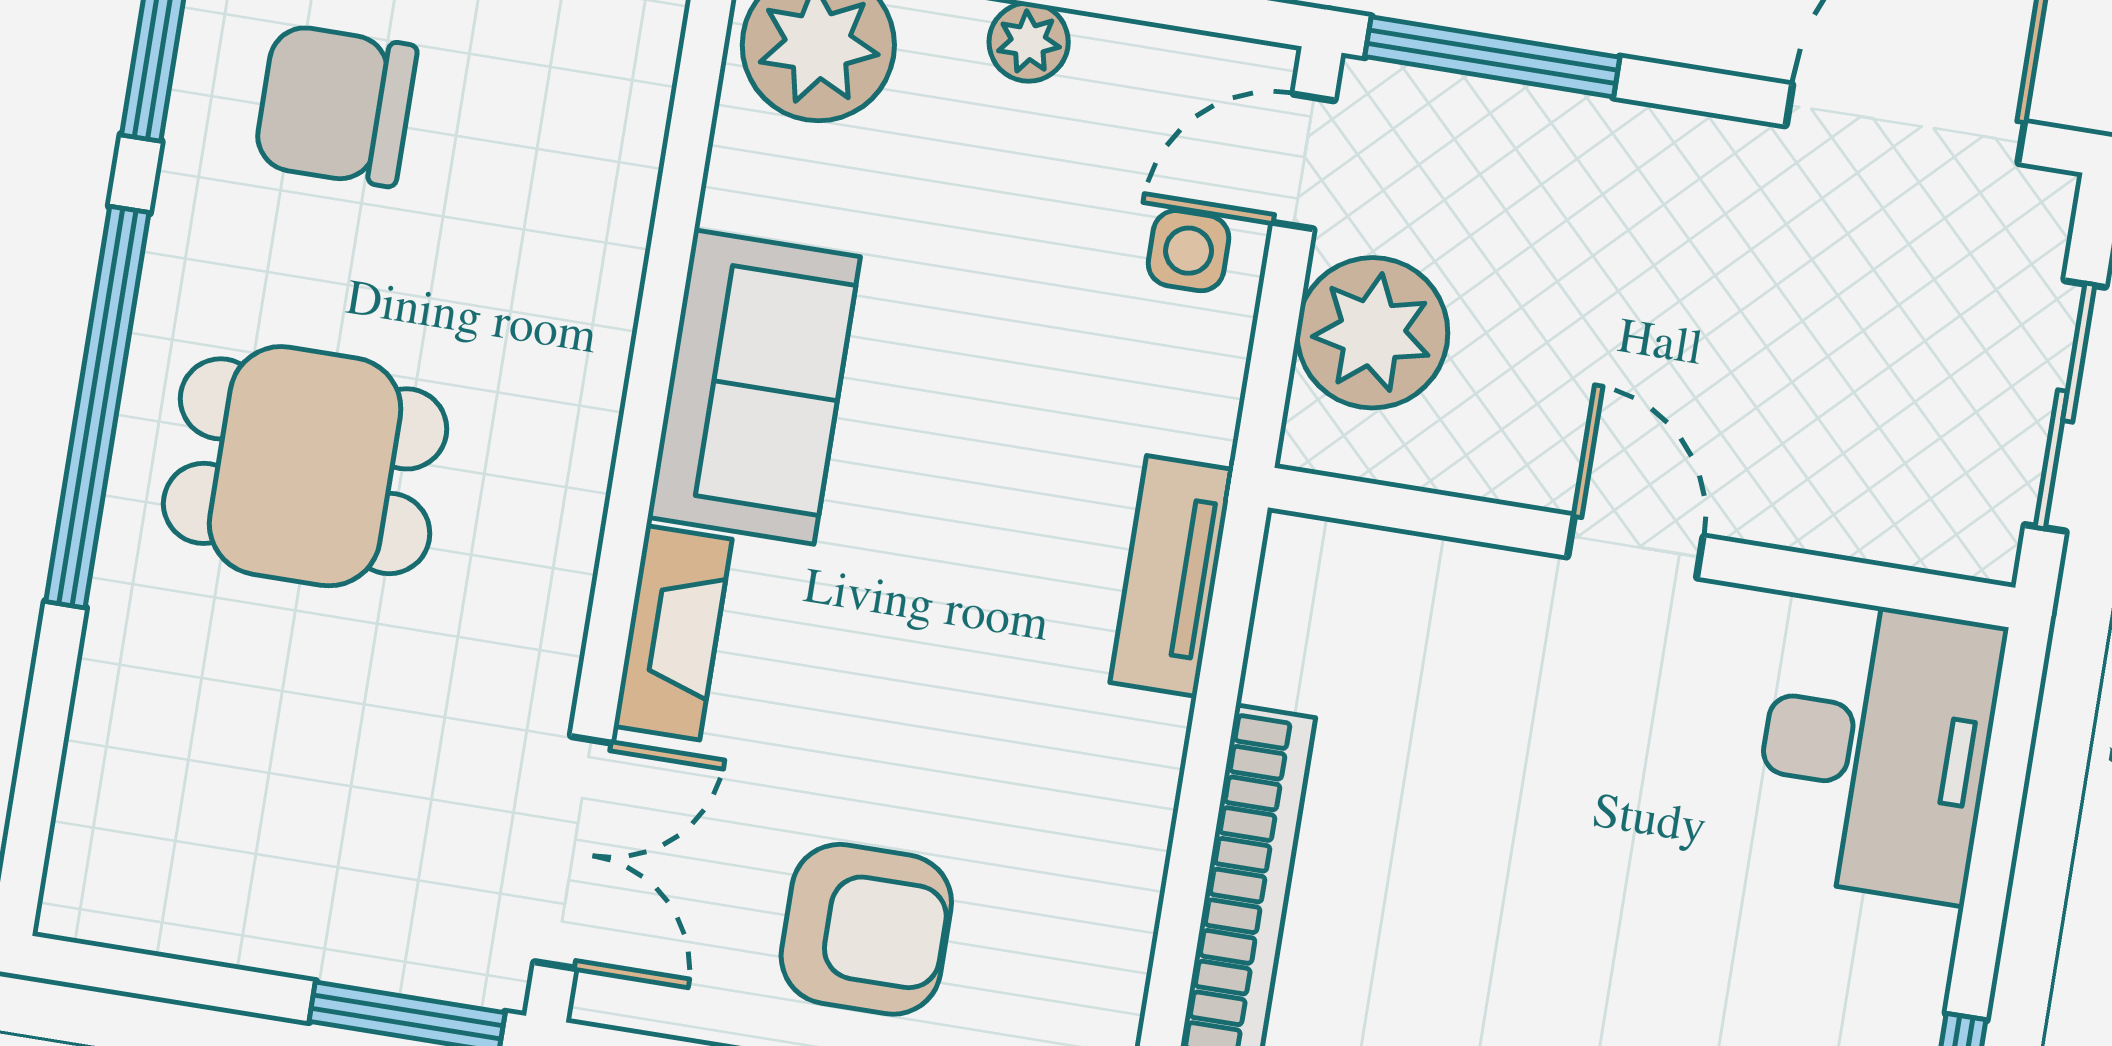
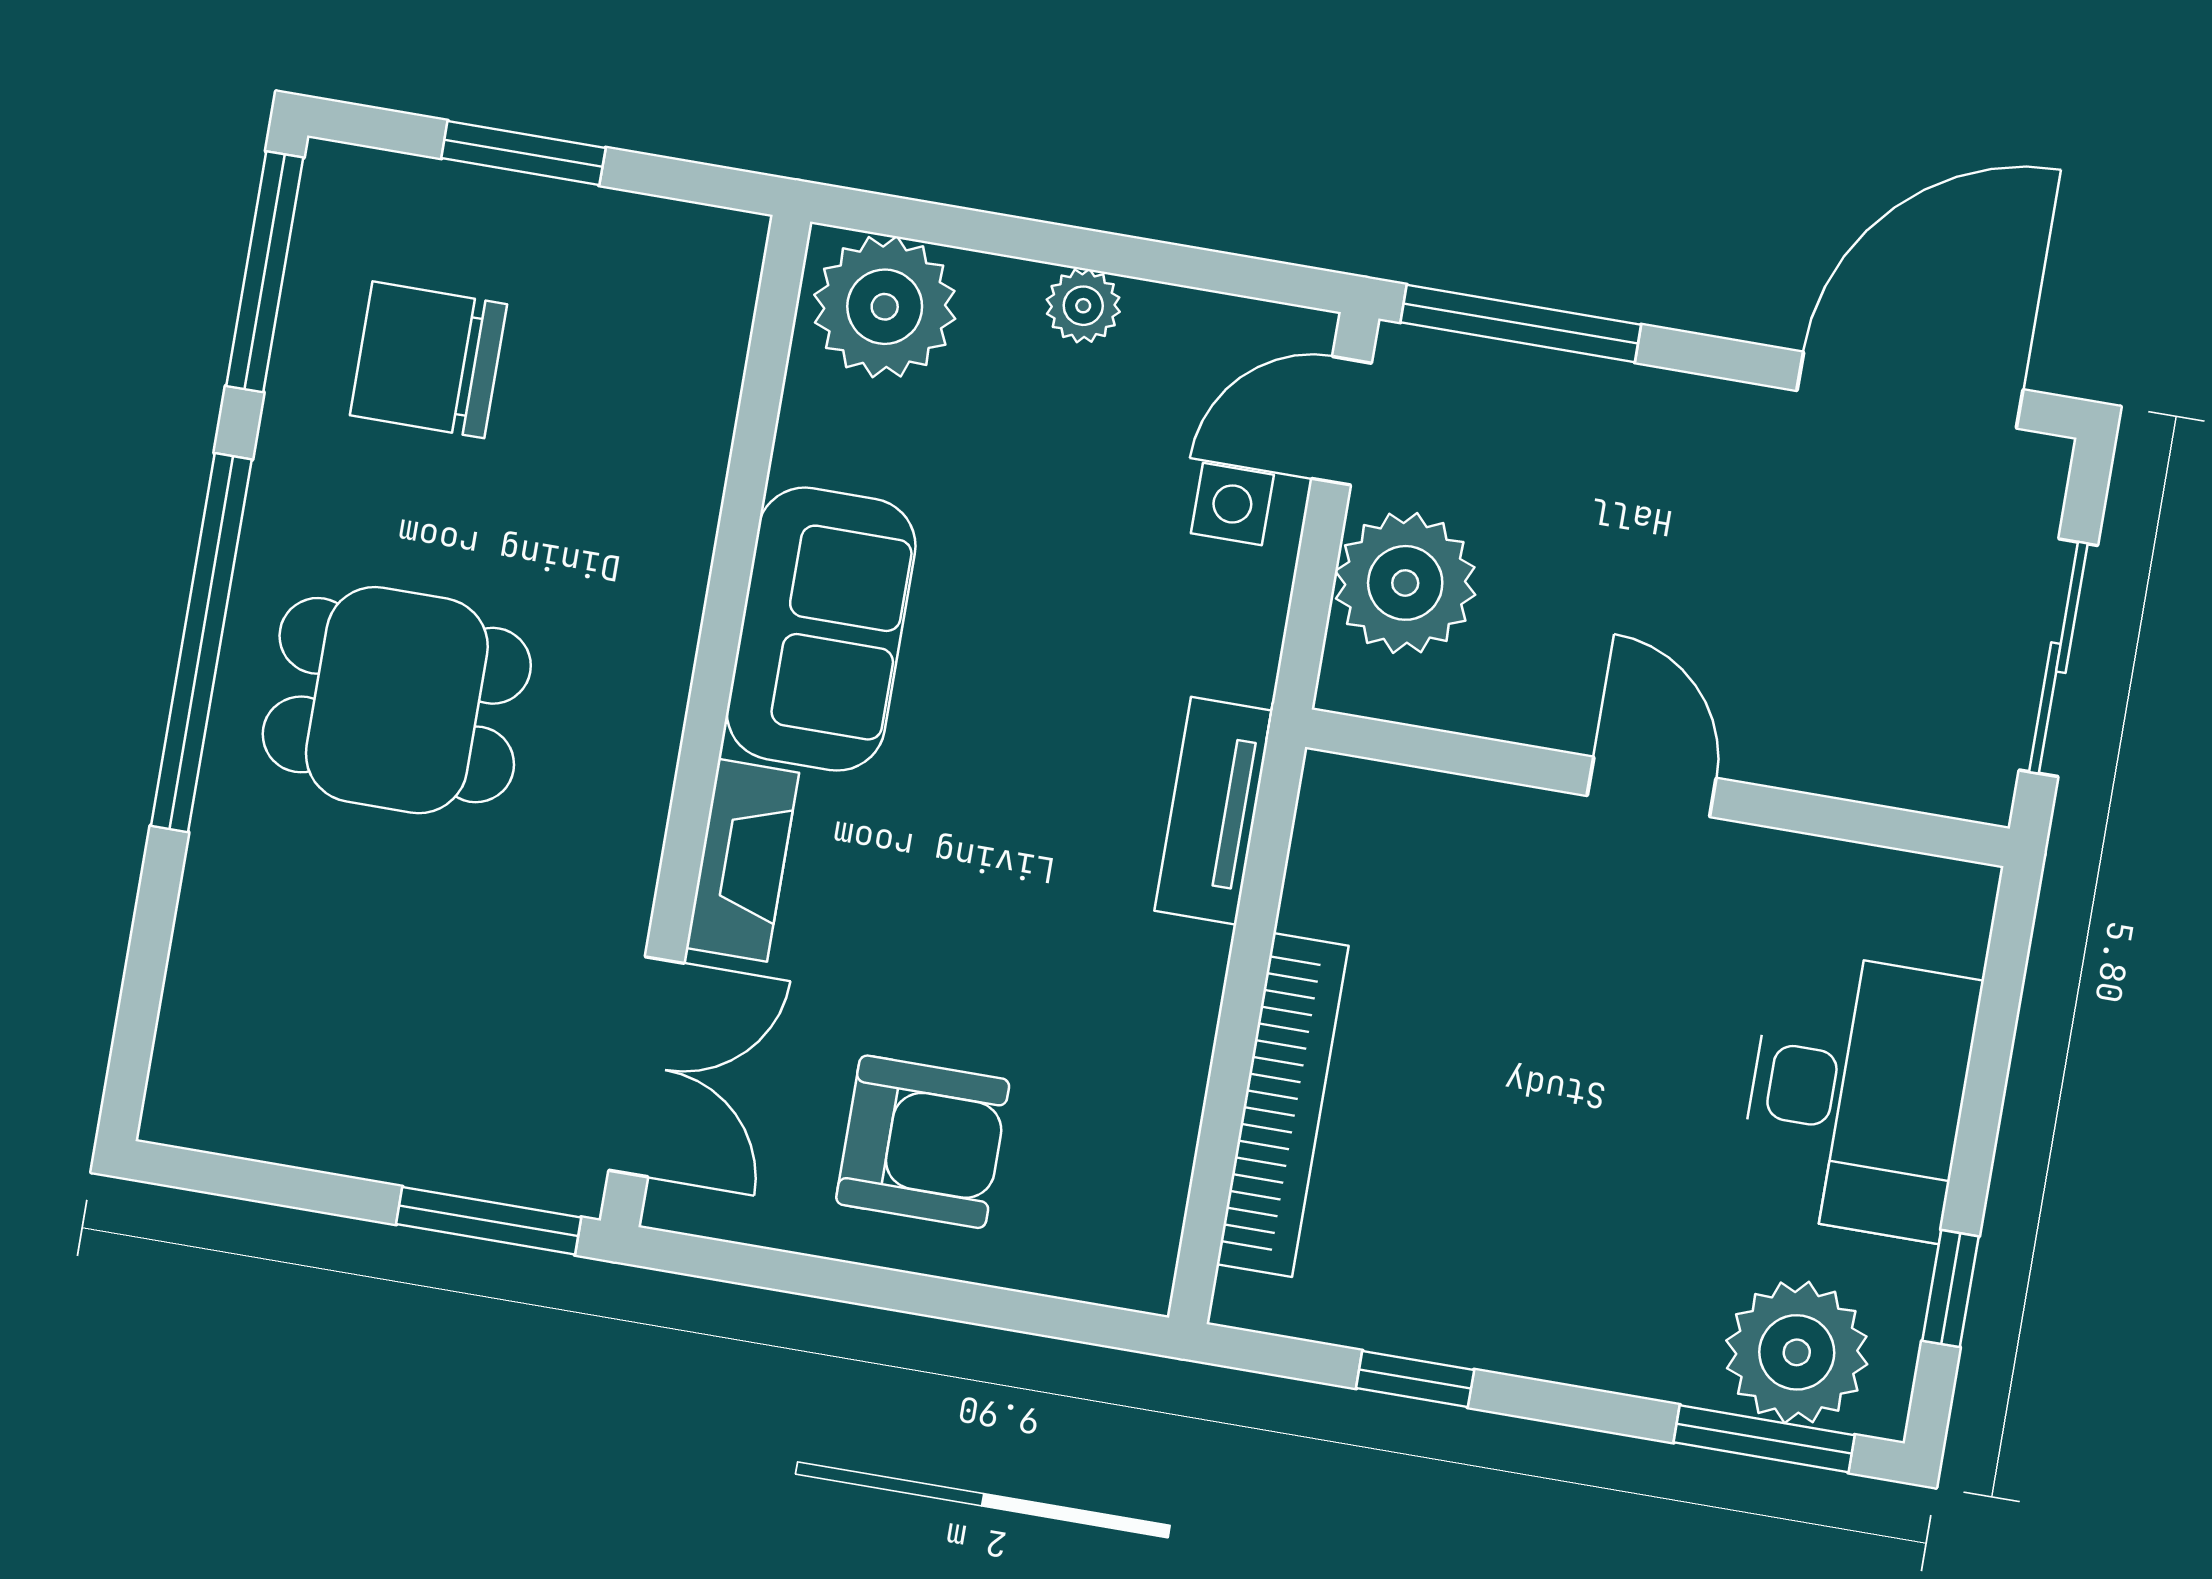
desk: (1876, 749) -> (1858, 1095), moved

